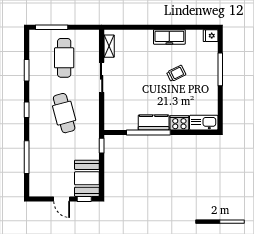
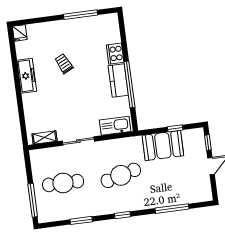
window: (220, 69) -> (81, 15), moved
kitchen sink: (204, 123) -> (115, 126), moved, turned 90
window: (102, 146) -> (175, 128), moved
booth: (87, 178) -> (163, 146), moved

